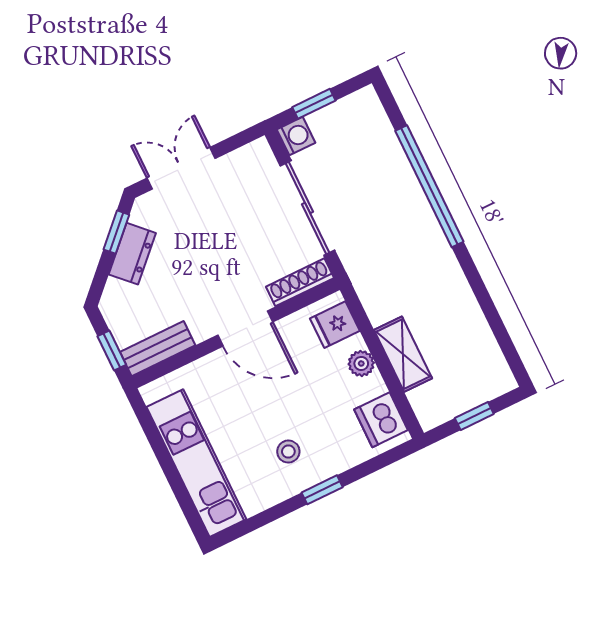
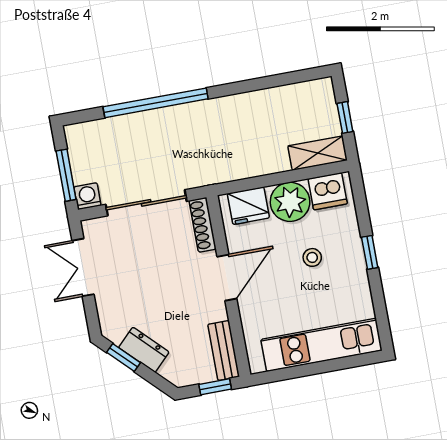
window: (314, 104) -> (66, 175), width x1.50
double door: (181, 168) -> (83, 267), moved
fridge: (335, 325) -> (248, 206), width x1.38
shelving: (403, 354) -> (318, 153), moved
plant: (361, 363) -> (290, 202), width x1.87, depth x1.87
stool: (288, 452) -> (312, 257), moved

